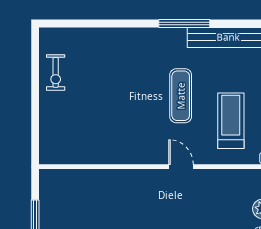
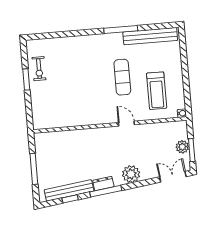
window: (35, 87) -> (26, 79), added
treadmill: (231, 121) -> (157, 91), turned 180

